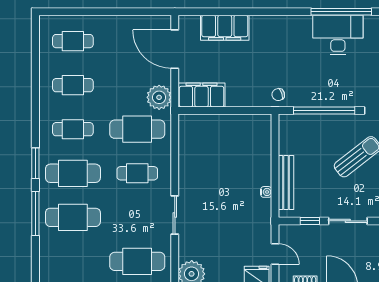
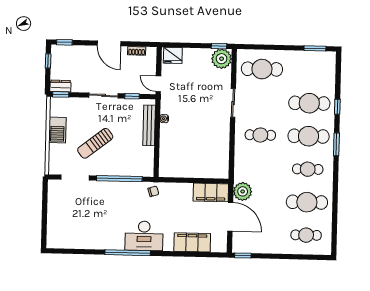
window: (157, 12) -> (243, 255), added
window: (341, 12) -> (128, 253), moved
desk: (338, 35) -> (144, 236), moved
door: (175, 49) -> (230, 217), moved
cafe table: (73, 85) -> (307, 202), width x1.37, depth x1.35
cafe table: (137, 129) -> (260, 168), removed
window: (35, 213) -> (337, 107), width x0.46
door: (275, 254) -> (158, 84), moved

